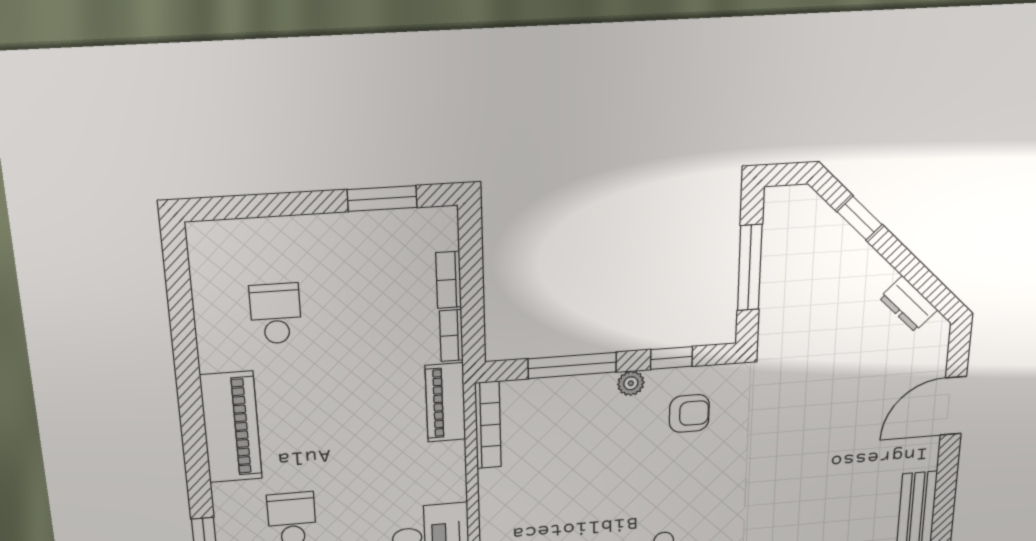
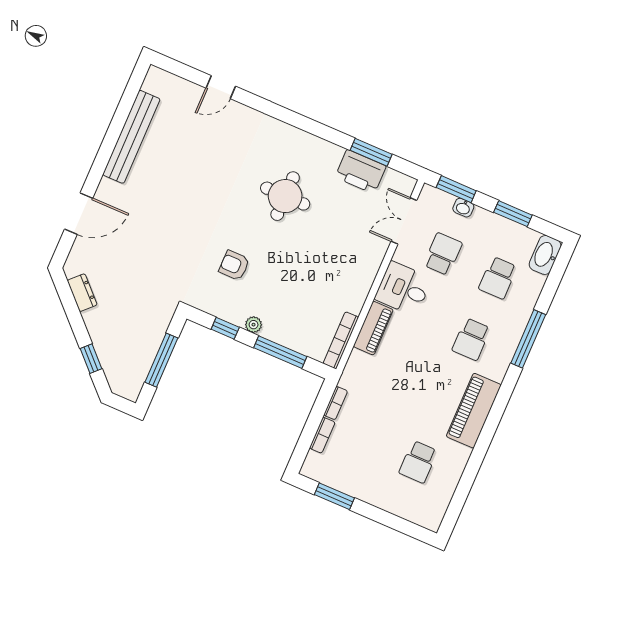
piano: (445, 403) -> (373, 328), moved
armchair: (689, 413) -> (234, 265), moved

